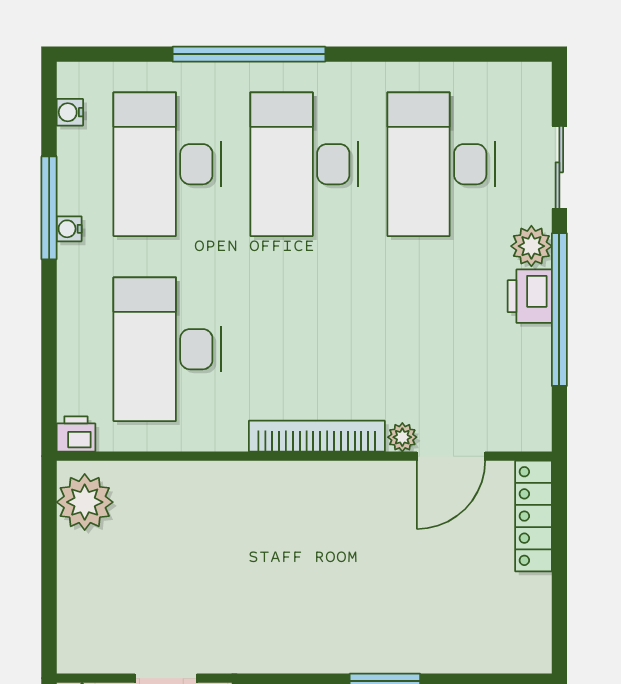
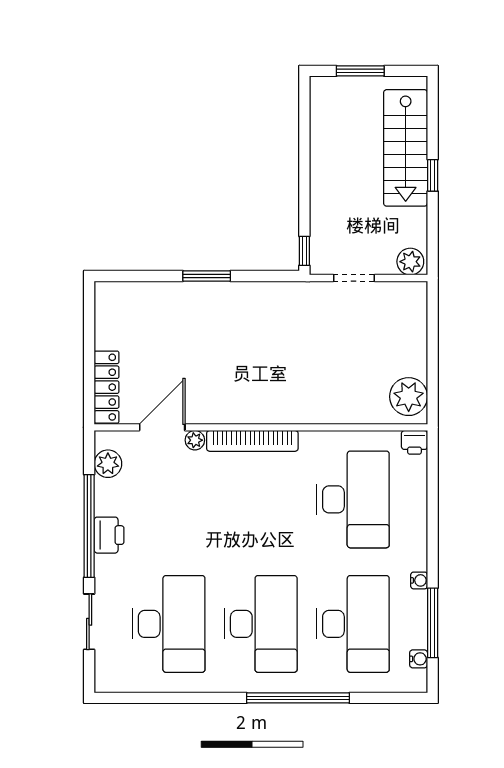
window: (49, 208) -> (433, 623), moved
plant: (531, 246) -> (108, 464), moved

